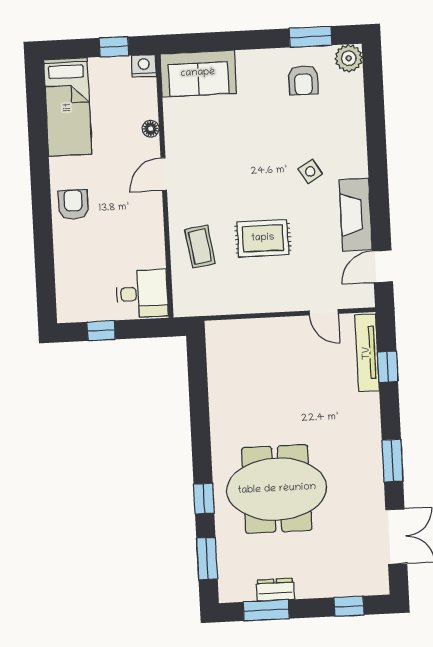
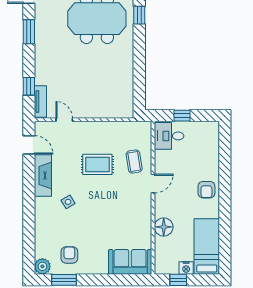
nightstand: (144, 66) -> (186, 268), moved
floor lamp: (151, 129) -> (164, 227), width x1.89, depth x1.89
door: (164, 174) -> (153, 183), moved
door: (383, 266) -> (29, 145), hinge flipped
window: (101, 331) -> (182, 116), moved
tv unit: (367, 353) -> (40, 102), width x0.71

